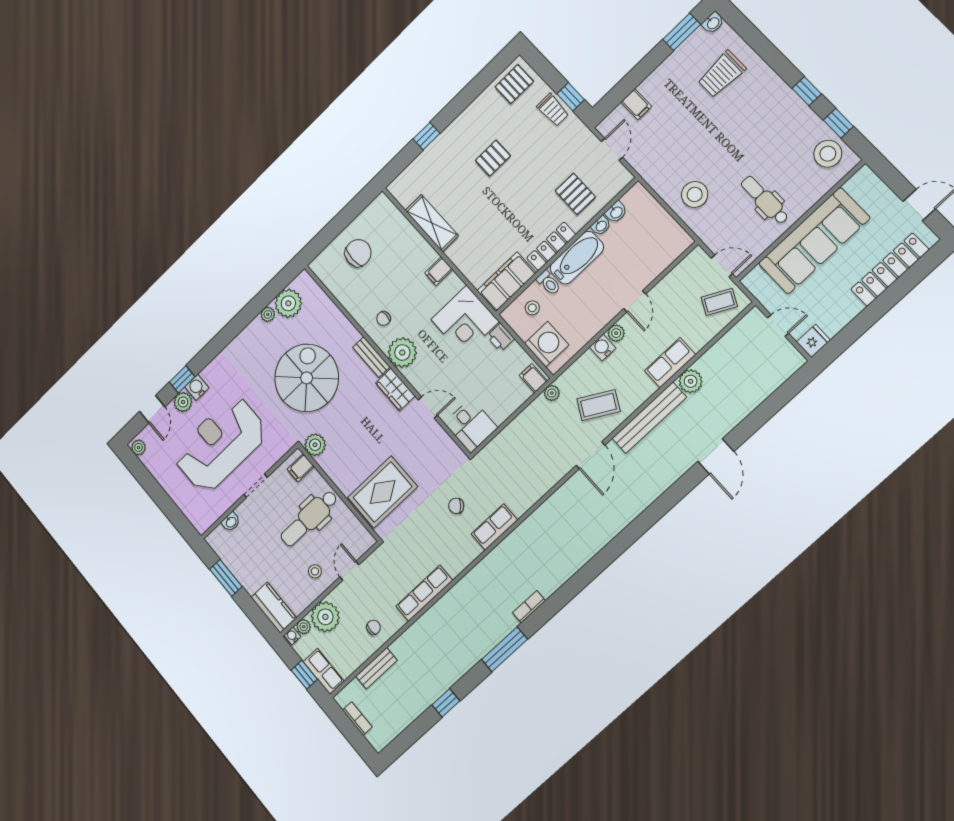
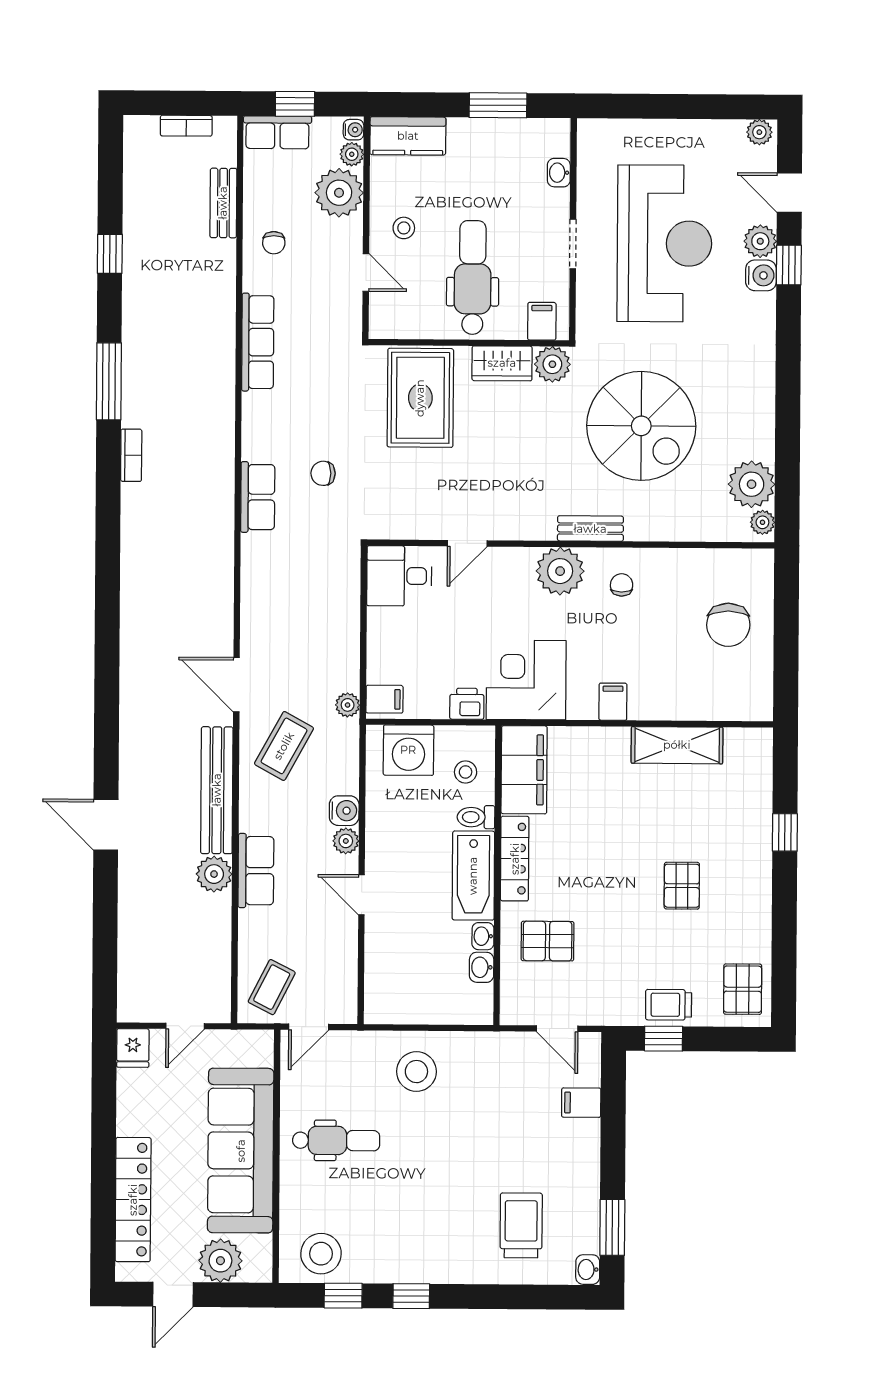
plant: (879, 198) -> (220, 1261), added
plant: (268, 314) -> (762, 522), moved
wardrobe: (395, 389) -> (502, 363), moved, turned 180
chair: (456, 506) -> (323, 473), turned -131

